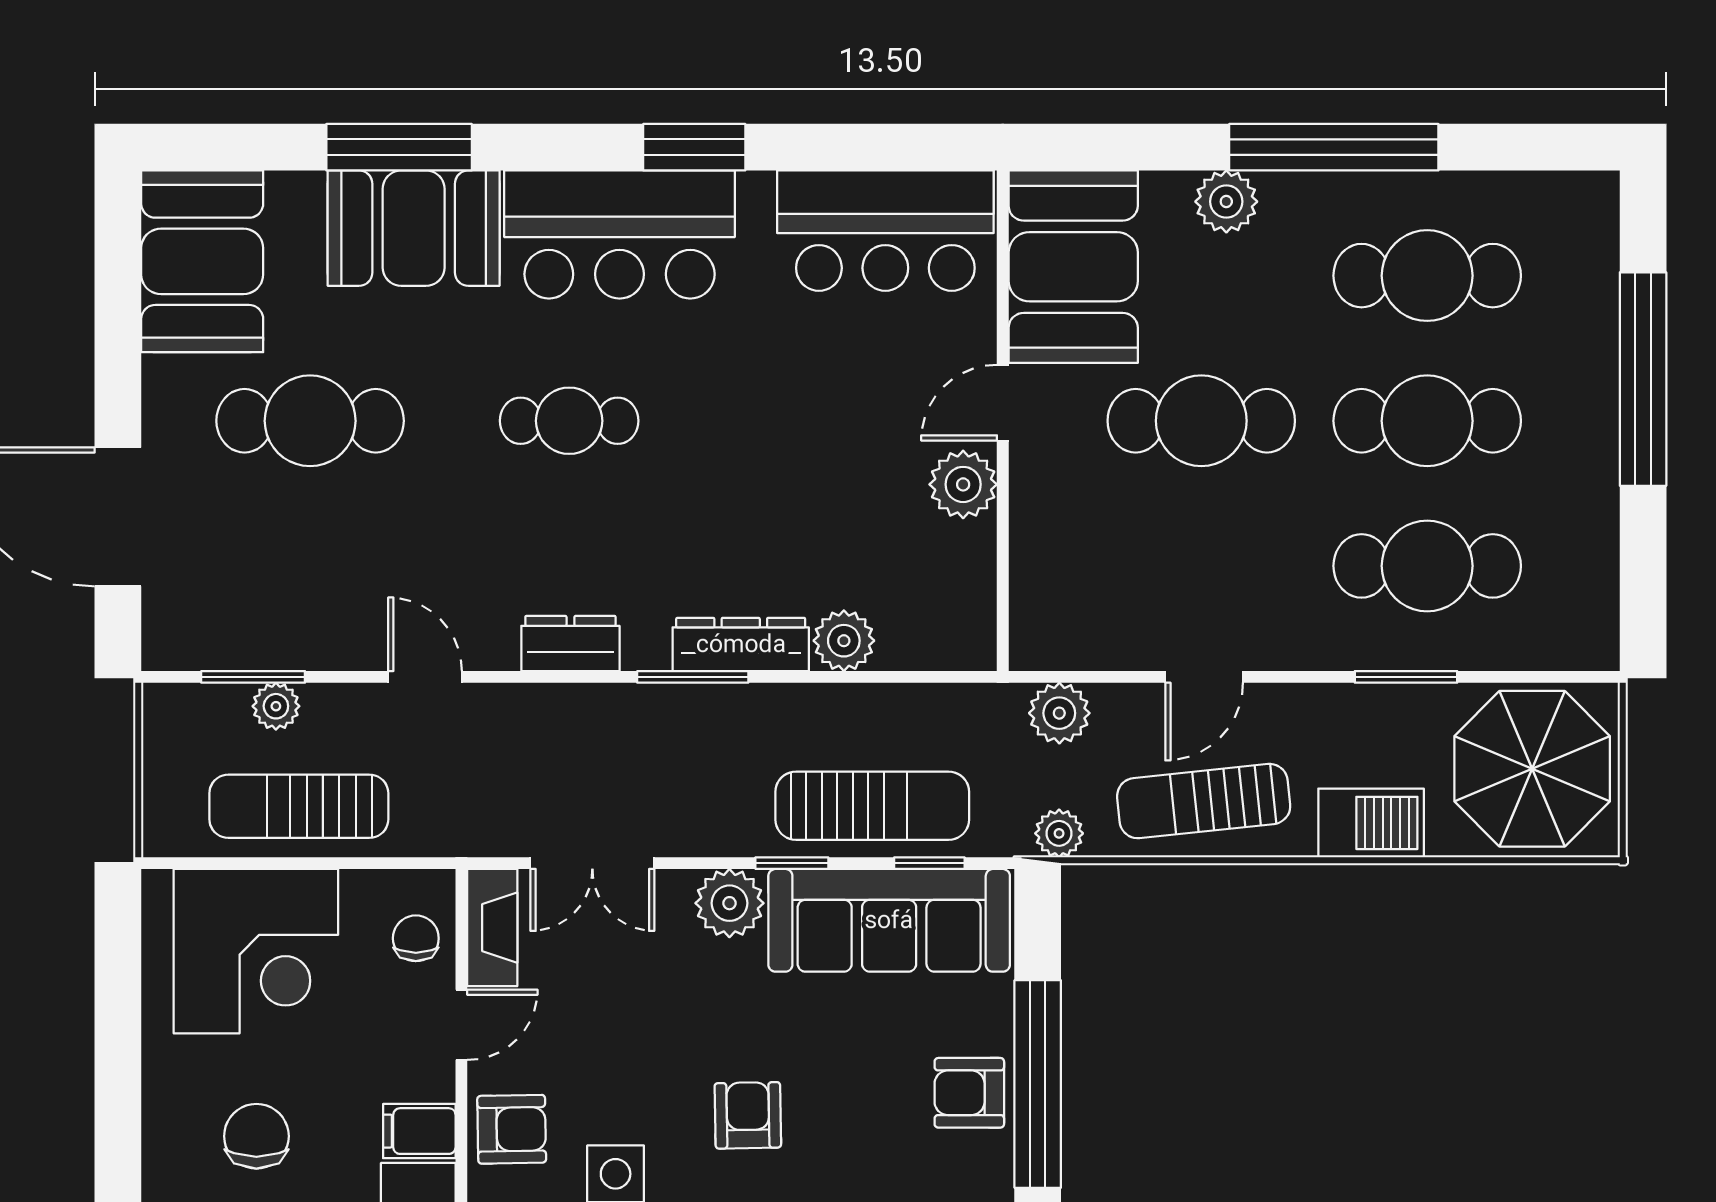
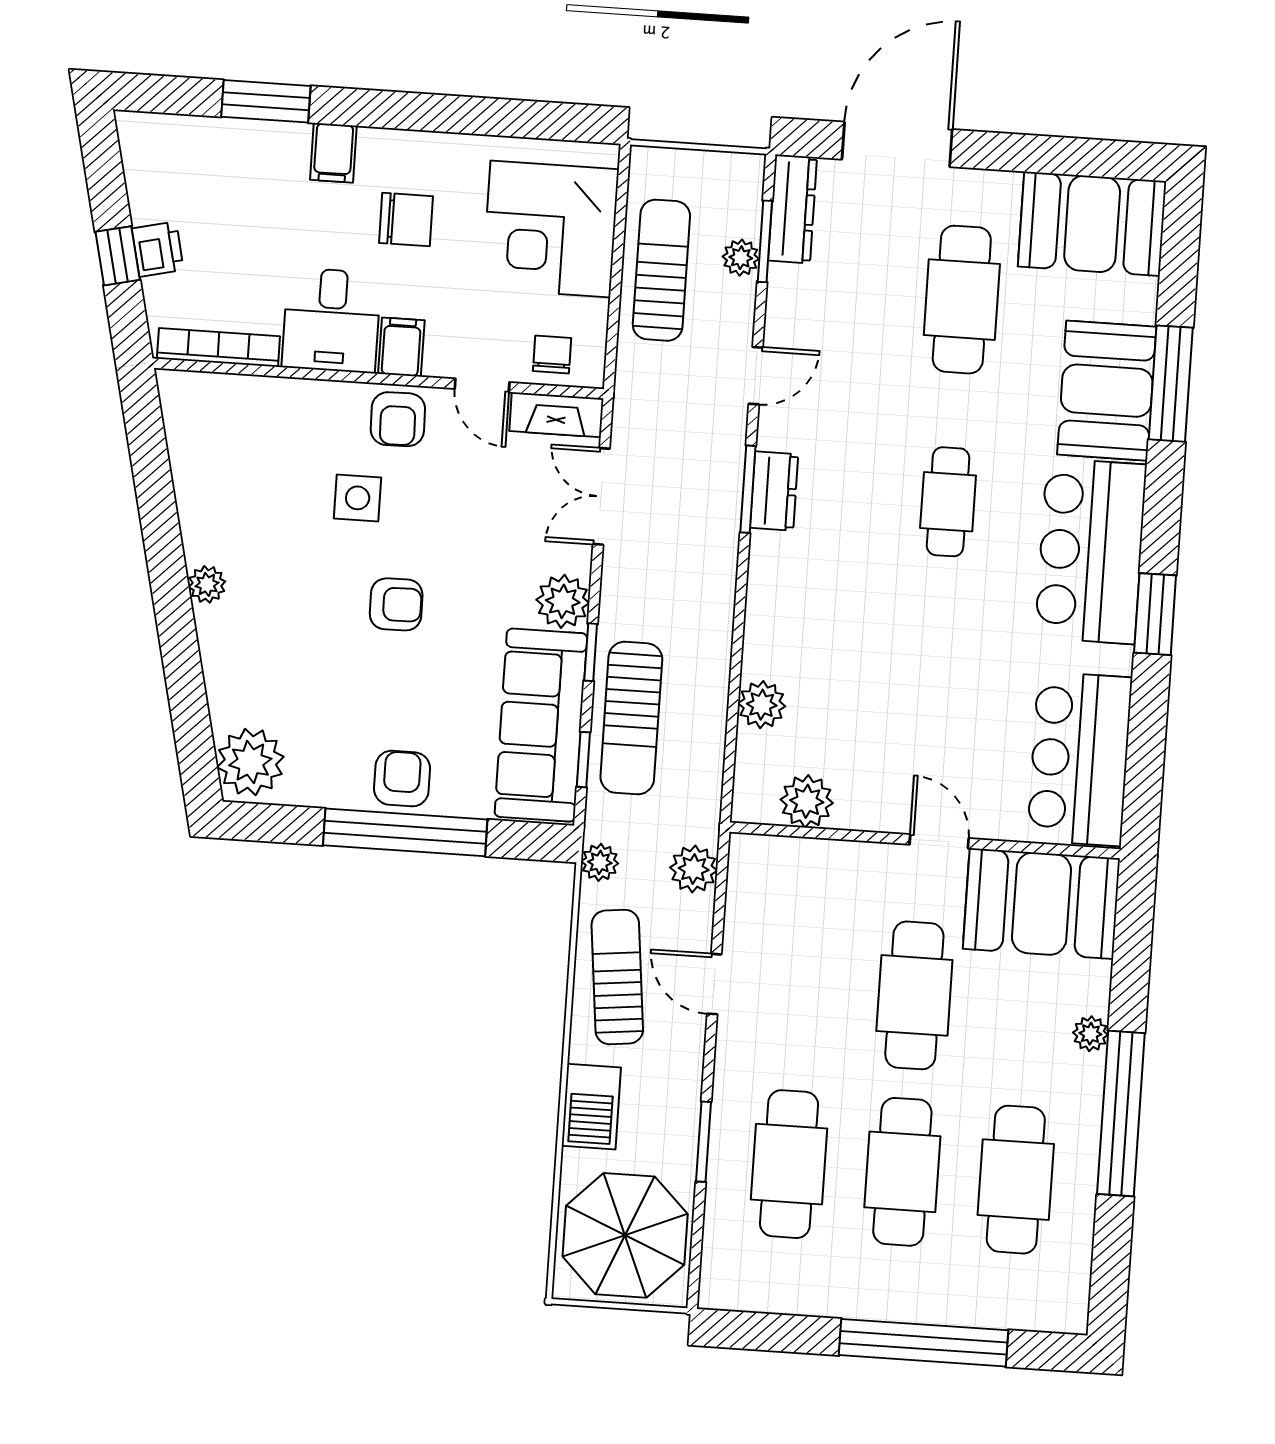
plant: (1226, 202) -> (1090, 1034), width x0.73, depth x0.73
plant: (963, 484) -> (807, 801), moved
dresser: (741, 644) -> (793, 209), moved
window: (693, 677) -> (748, 489), moved
chair: (416, 938) -> (552, 355), turned -90

